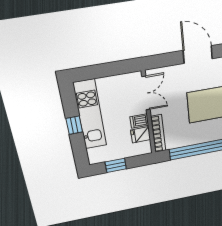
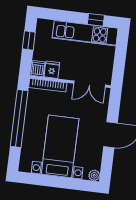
dishwasher: (139, 121) -> (38, 69), moved
window: (74, 125) -> (96, 20), moved

